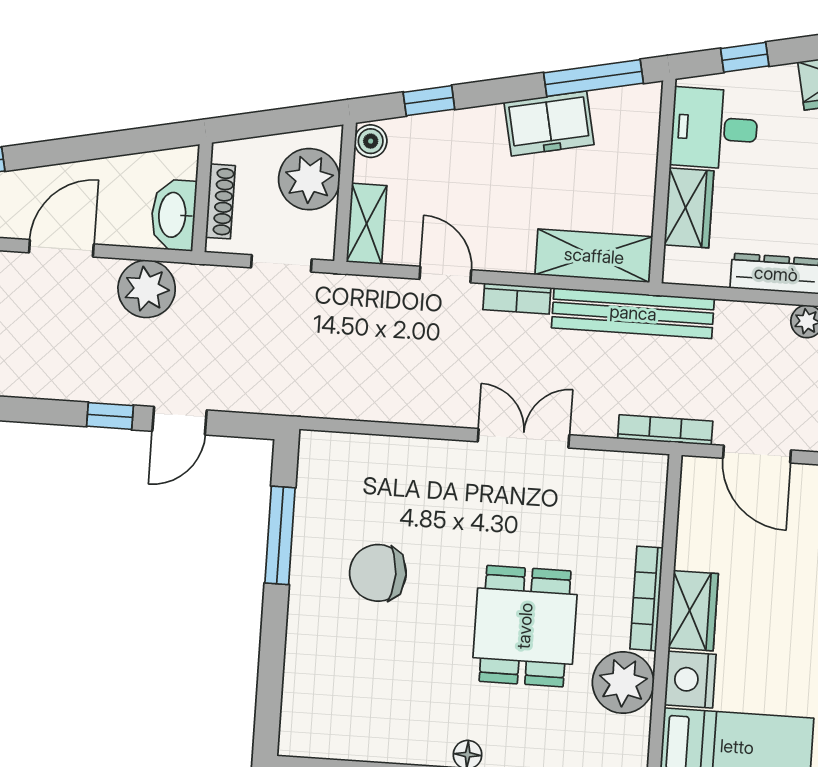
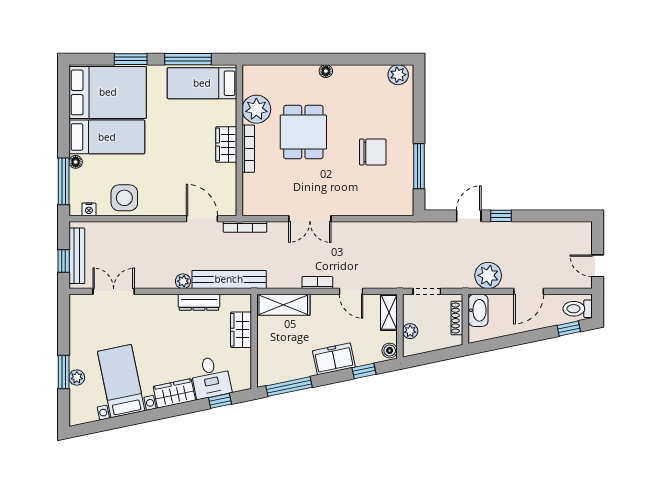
freezer: (549, 124) -> (334, 359), moved
desk: (714, 128) -> (211, 377), moved, turned 78
plant: (309, 179) -> (410, 331), width x0.53, depth x0.53
bench: (633, 313) -> (229, 279), moved
nightstand: (690, 680) -> (226, 113), removed
plant: (312, 736) -> (398, 75), added

